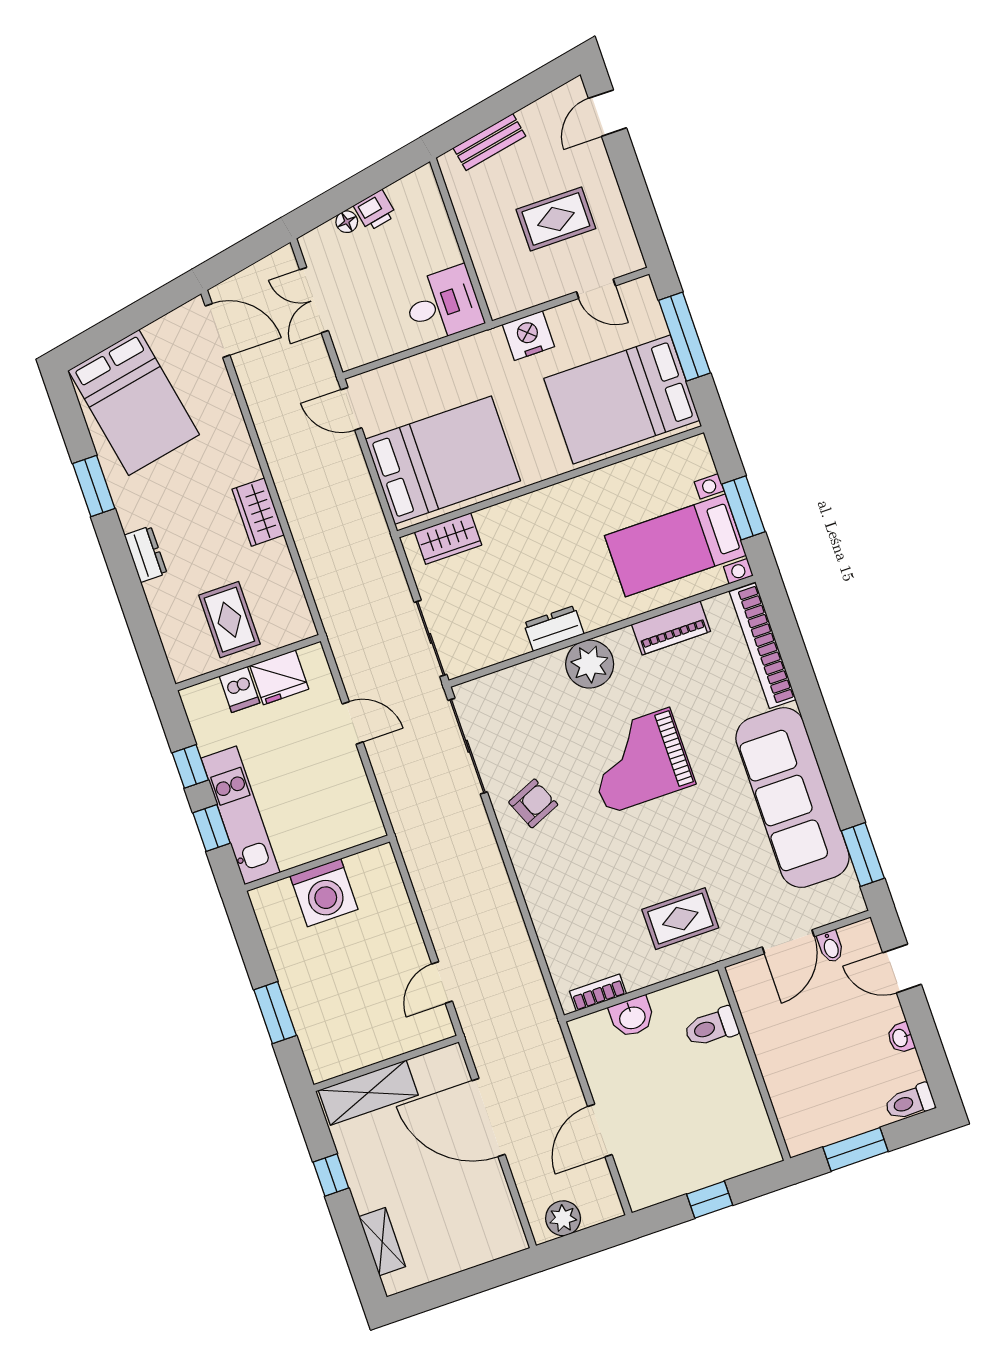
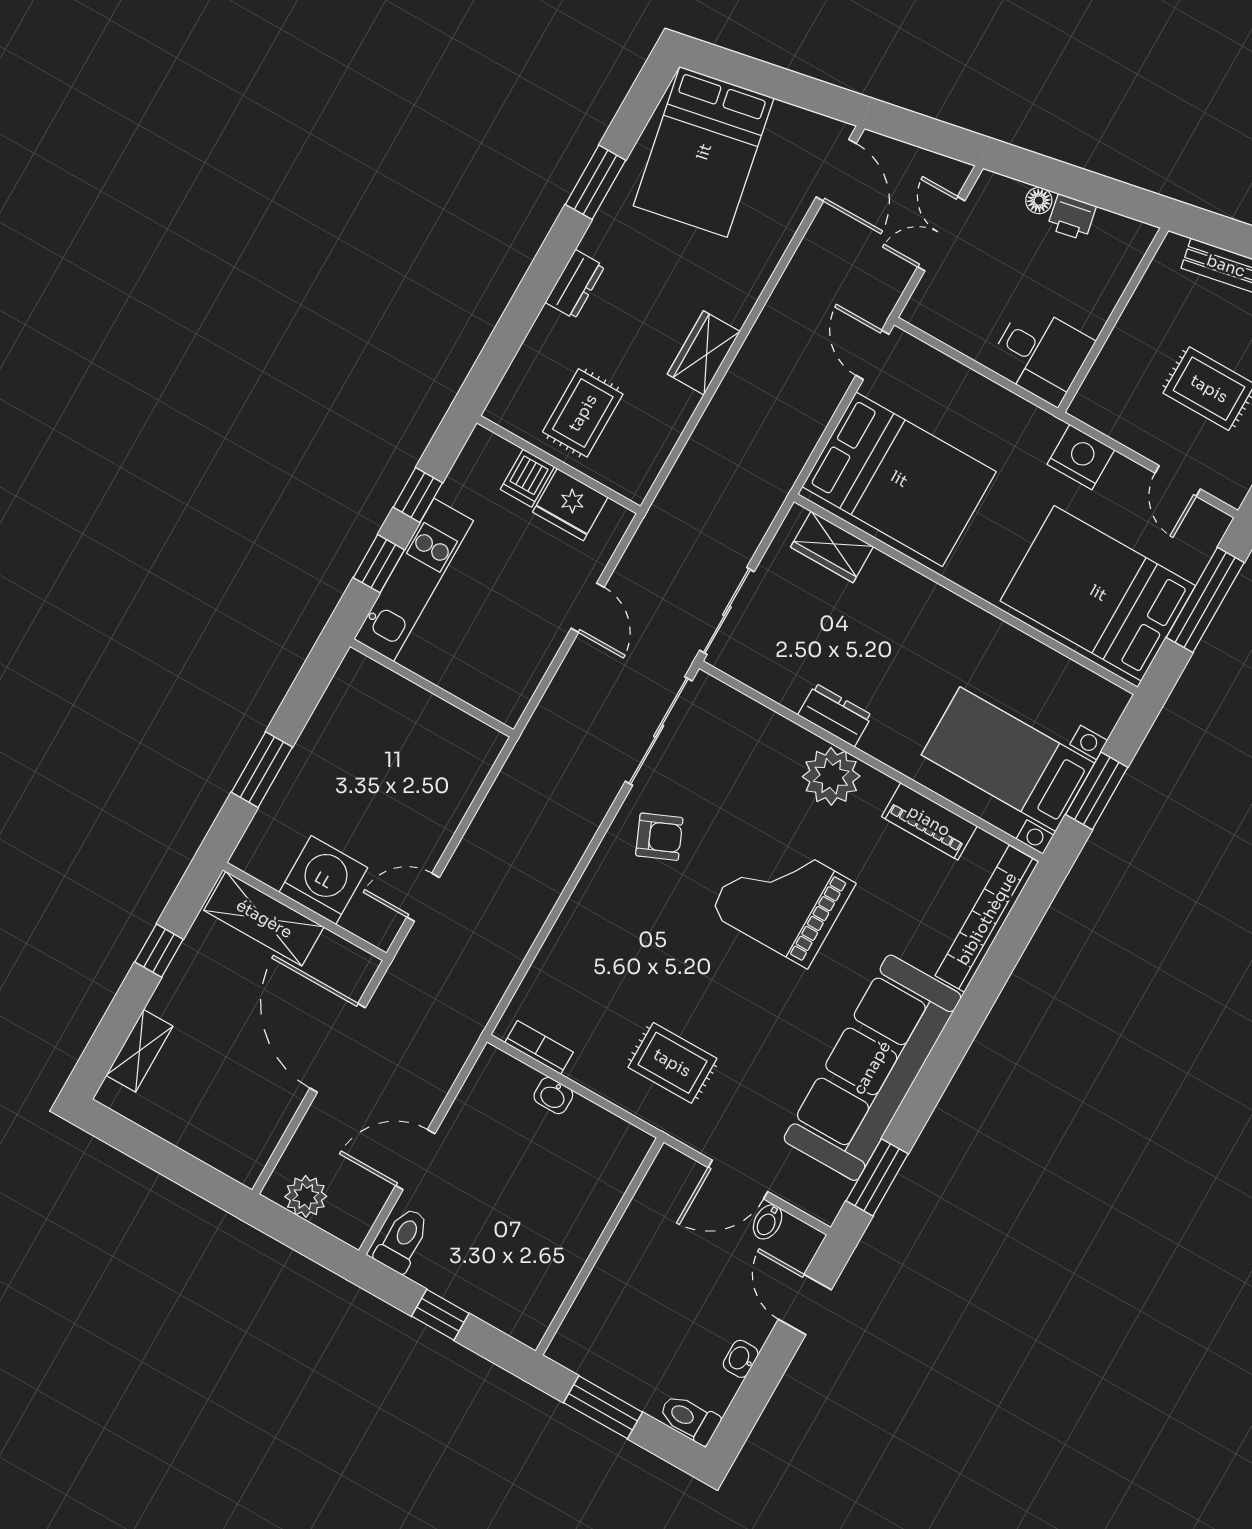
washing machine: (324, 893) -> (323, 880), moved, turned 180
washbasin: (632, 1017) -> (553, 1096), width x0.72, depth x0.69
toilet: (711, 1027) -> (403, 1240), moved, turned 90

